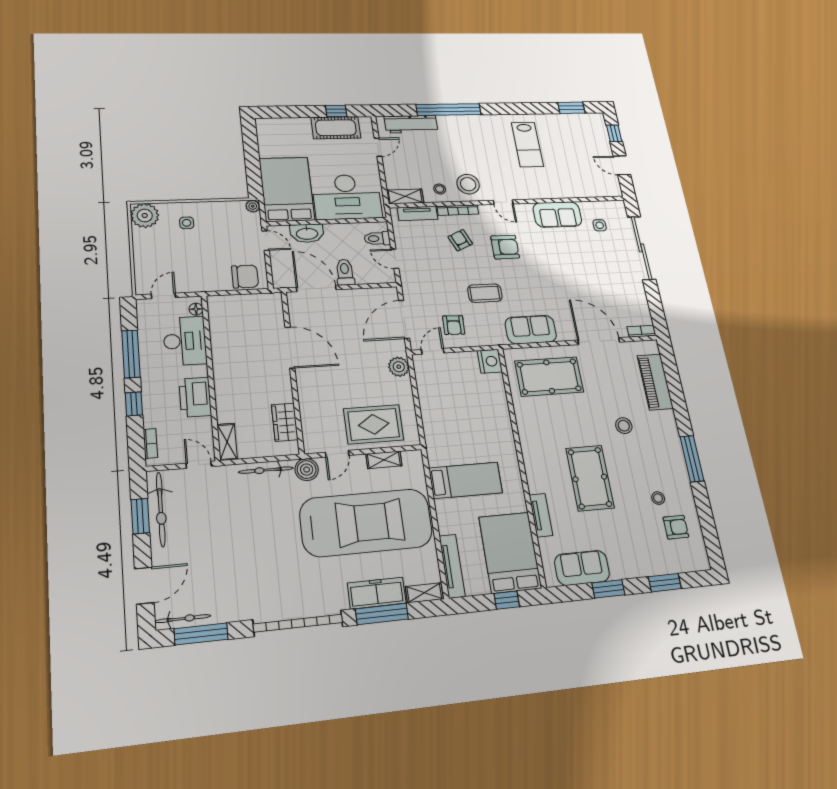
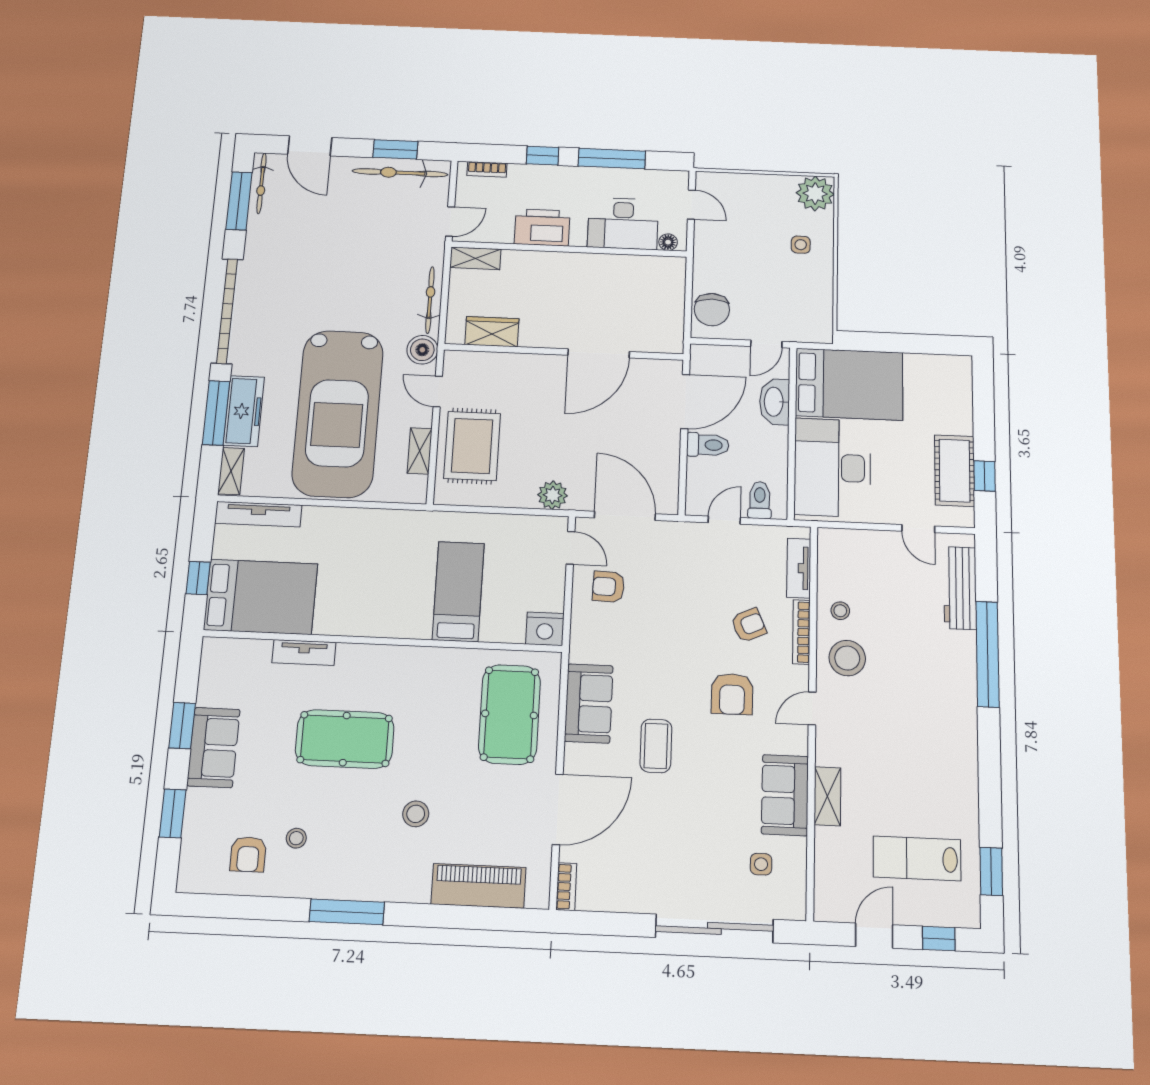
lab bench: (527, 145) -> (917, 858), moved
shelving: (405, 196) -> (827, 796), moved
plant: (253, 206) -> (823, 334), removed
coffee table: (485, 293) -> (656, 746), moved
bed: (466, 480) -> (458, 592), moved, turned 180
sofa: (582, 568) -> (213, 747), moved

